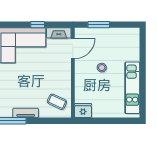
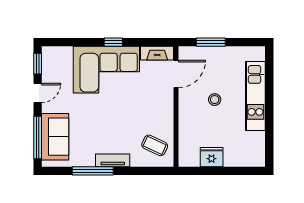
window: (38, 25) -> (113, 42), moved
kitchen unit: (132, 88) -> (255, 96), moved
fridge: (83, 111) -> (212, 157), moved

